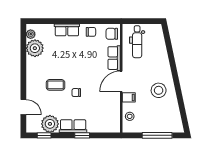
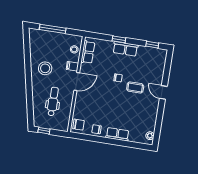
window: (149, 21) -> (44, 131), added
dental chair: (137, 42) -> (53, 101), moved
plant: (35, 48) -> (148, 123), removed
row of seats: (114, 58) -> (88, 52), moved
door: (23, 107) -> (163, 92), moved
plant: (50, 124) -> (146, 54), removed

